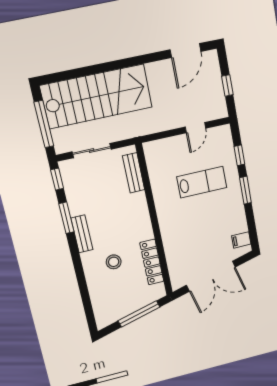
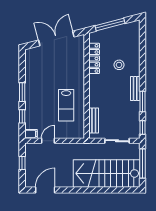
lab bench: (202, 182) -> (66, 105), moved, turned -90
filing cabinet: (241, 240) -> (31, 134), moved

